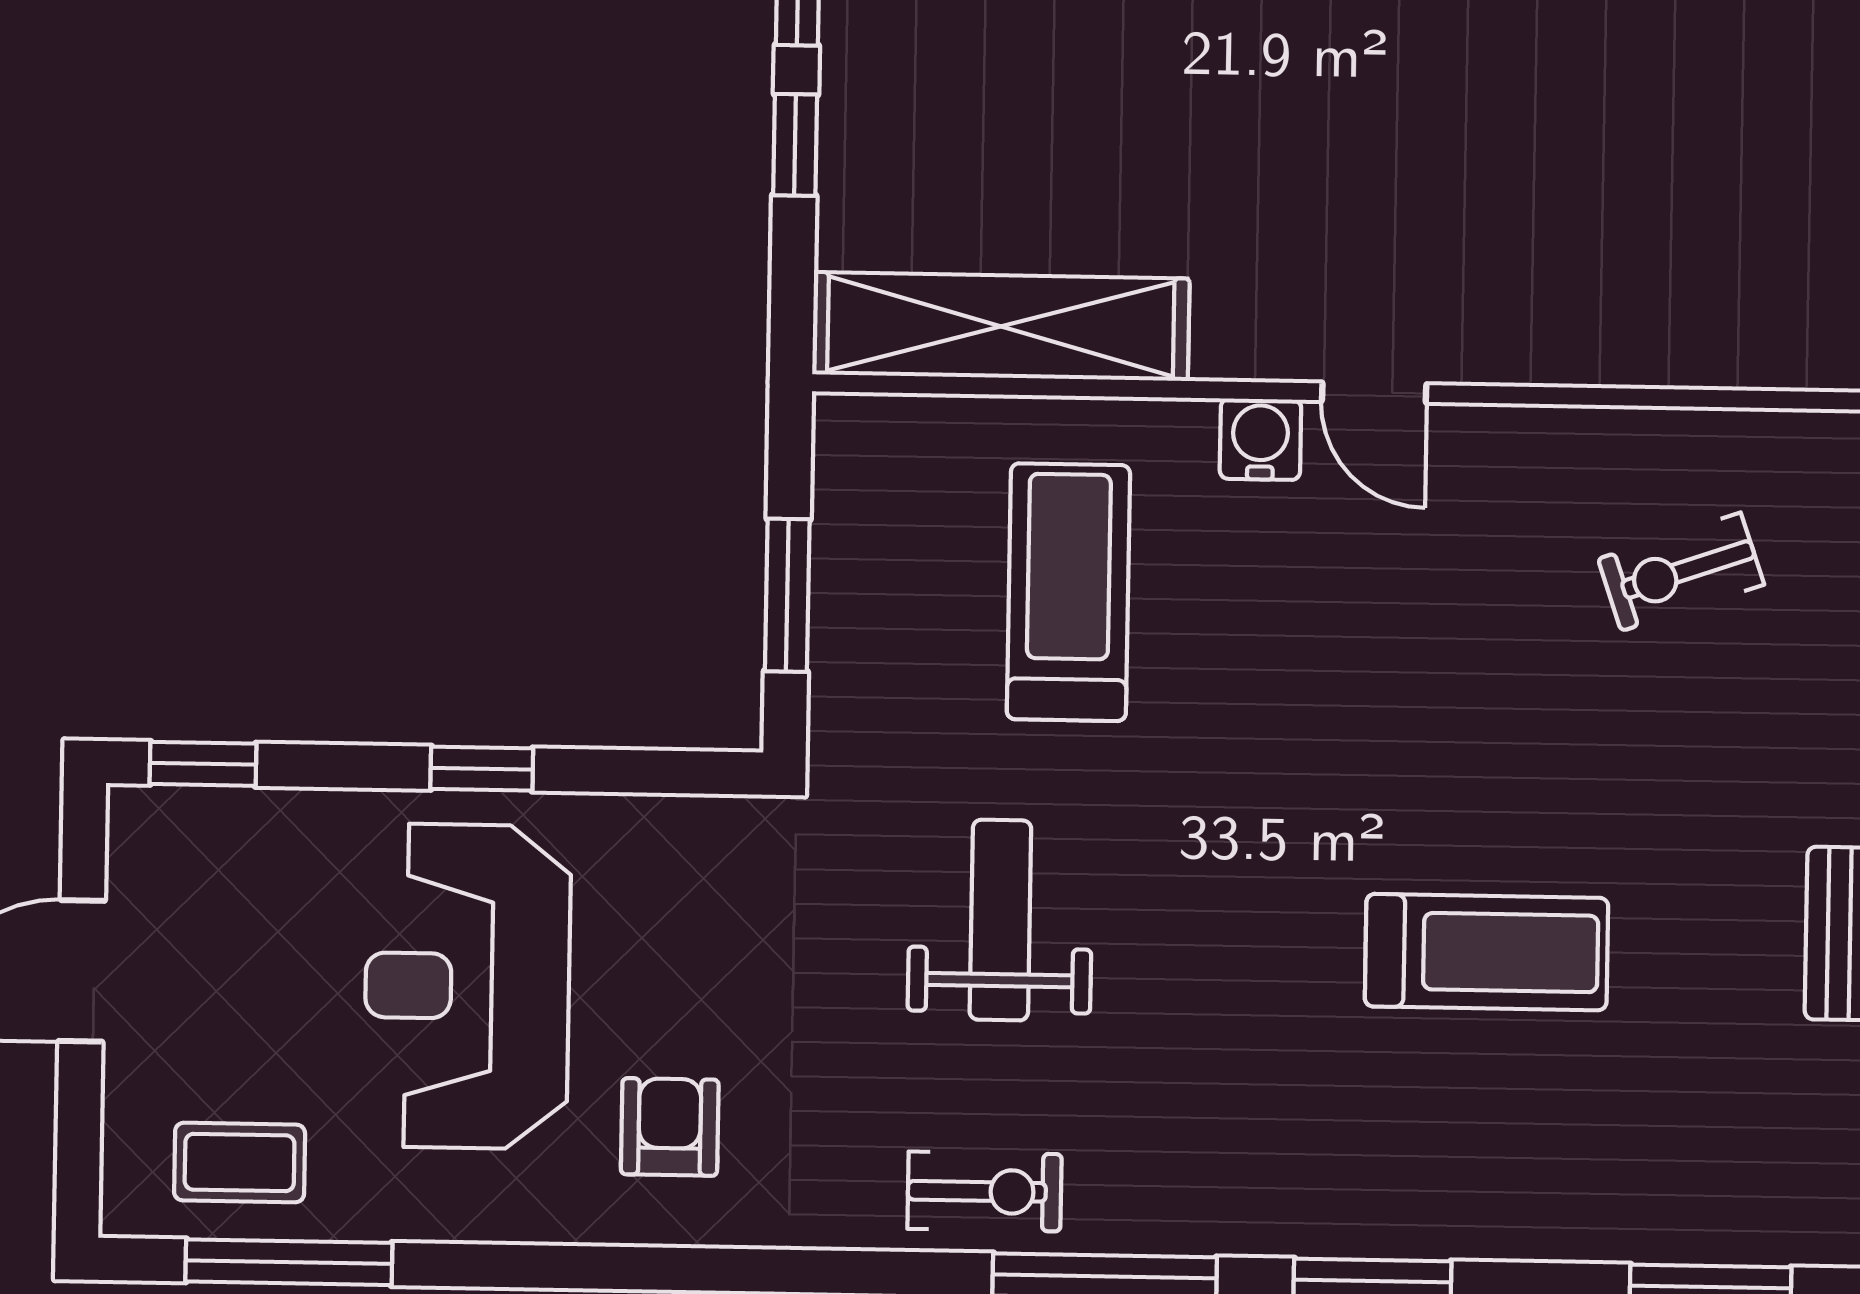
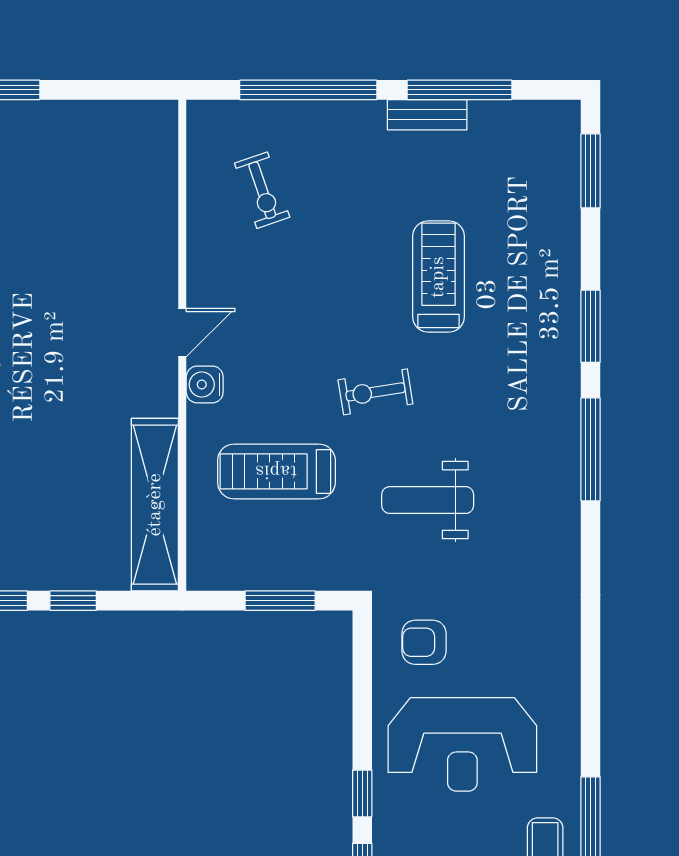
window: (482, 769) -> (362, 793), moved
armchair: (670, 1127) -> (424, 642), moved
exercise bike: (984, 1191) -> (375, 392), moved, turned -99

